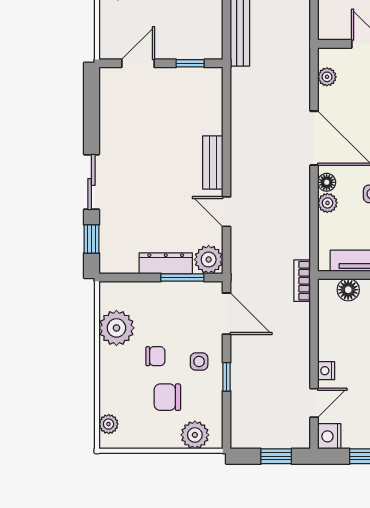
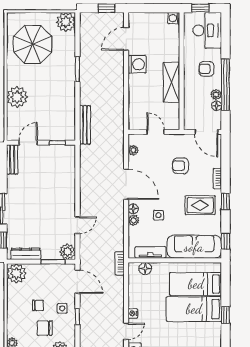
bench: (213, 162) -> (12, 159), moved
door: (226, 212) -> (77, 225), swing flipped
dresser: (166, 263) -> (26, 254), moved
plant: (116, 328) -> (16, 273), moved

